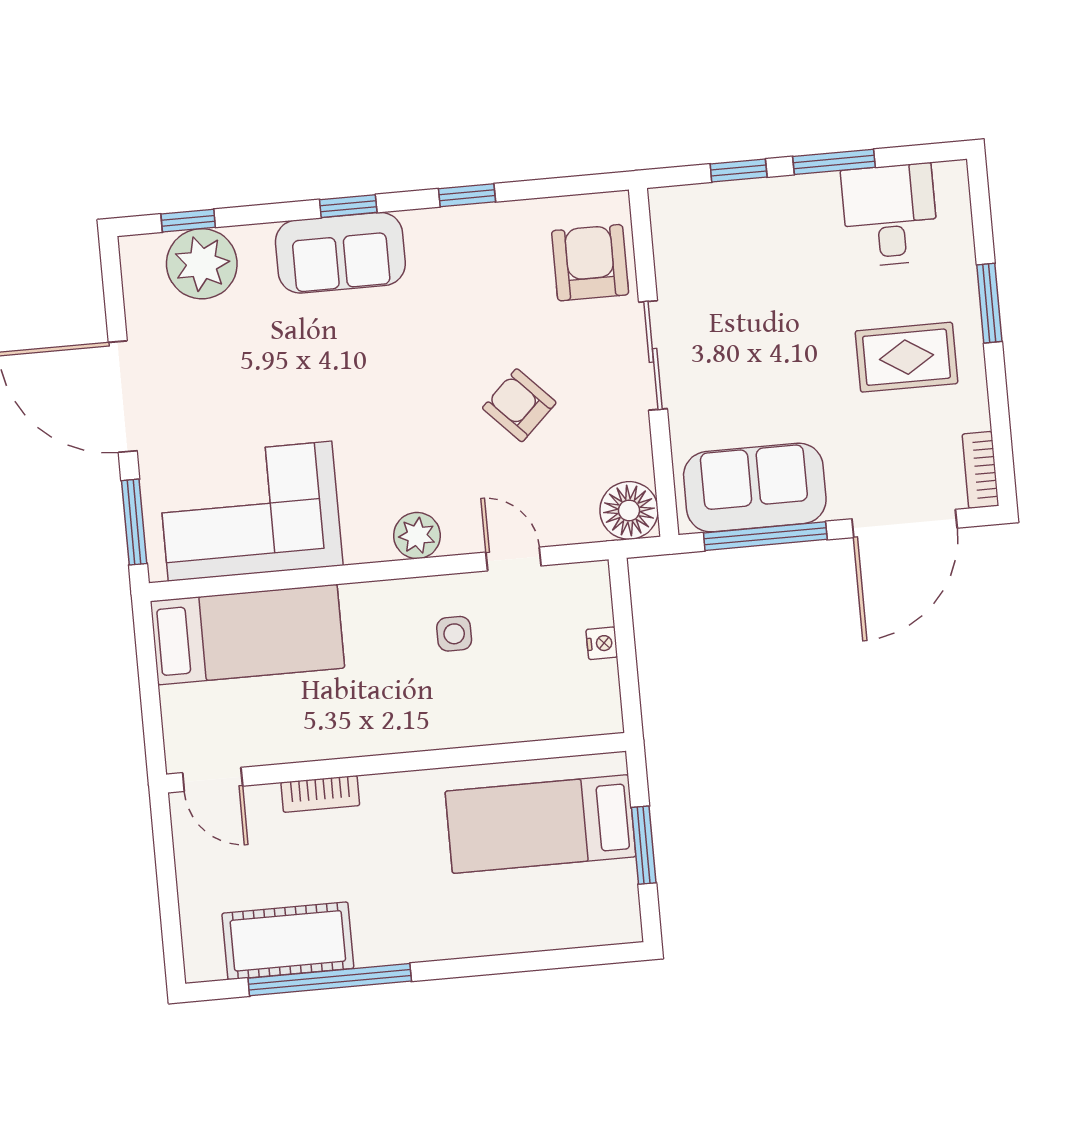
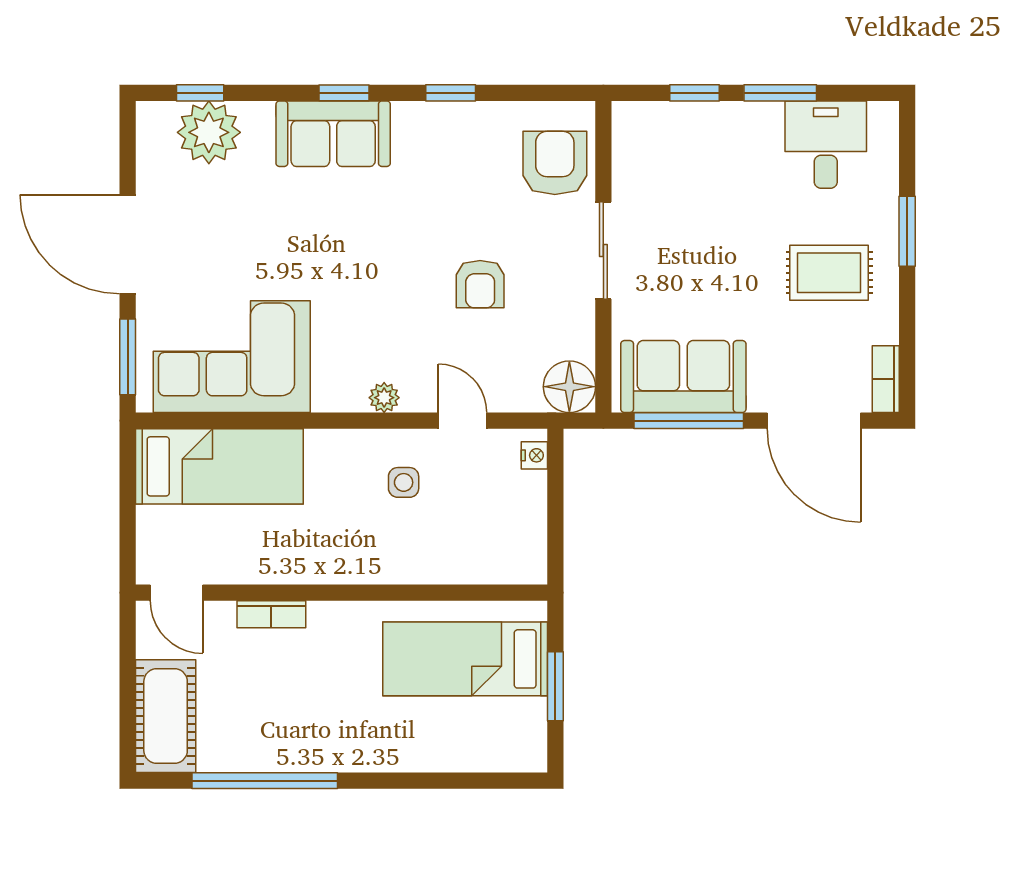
armchair: (519, 405) -> (480, 284), turned -136
door: (905, 523) -> (814, 421), hinge flipped
plant: (417, 536) -> (384, 398), width x0.73, depth x0.73
nightstand: (602, 643) -> (534, 455), moved
cot: (288, 941) -> (166, 716), moved, turned 90

